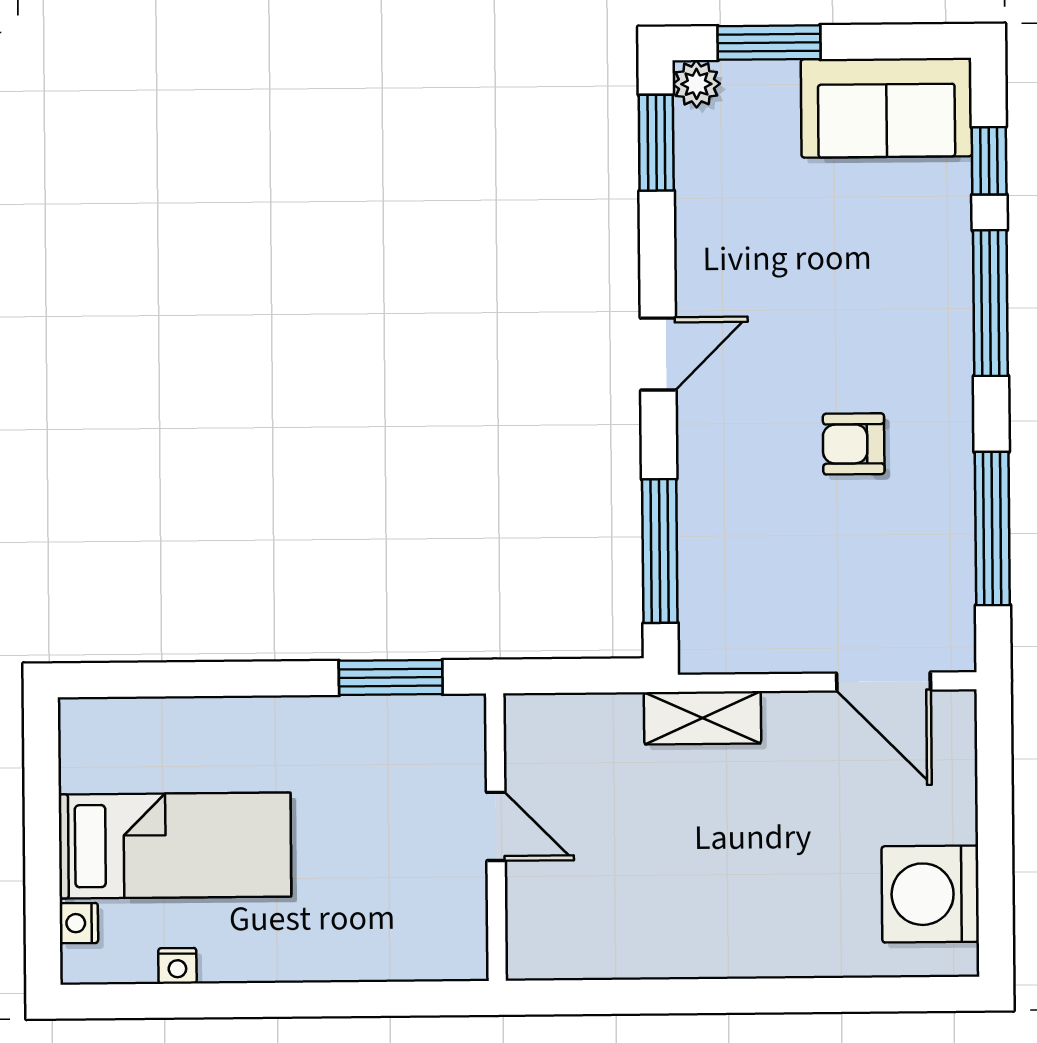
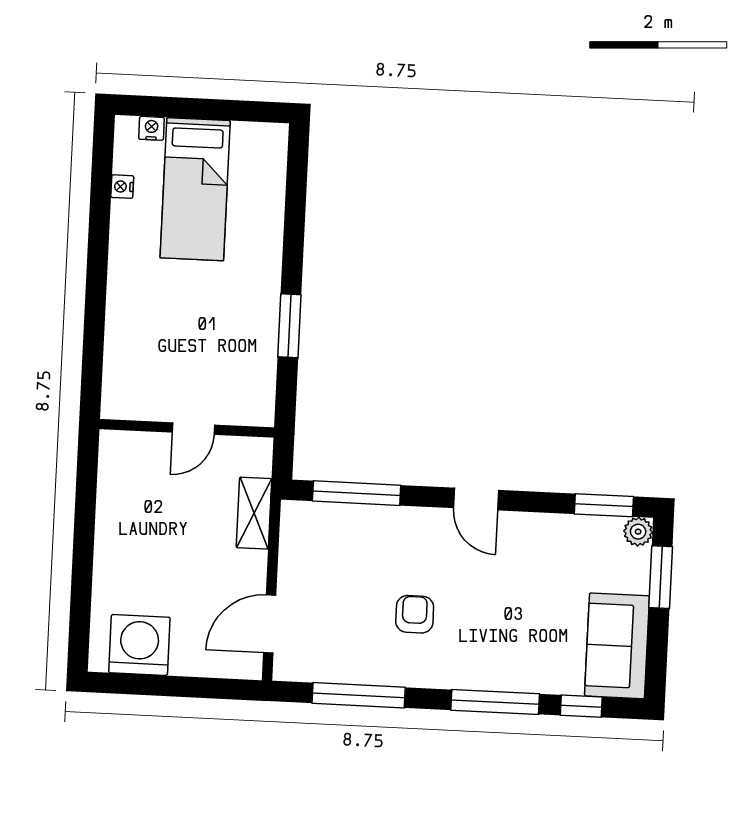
door: (496, 826) -> (193, 429), moved
wall: (496, 837) -> (187, 428), moved

